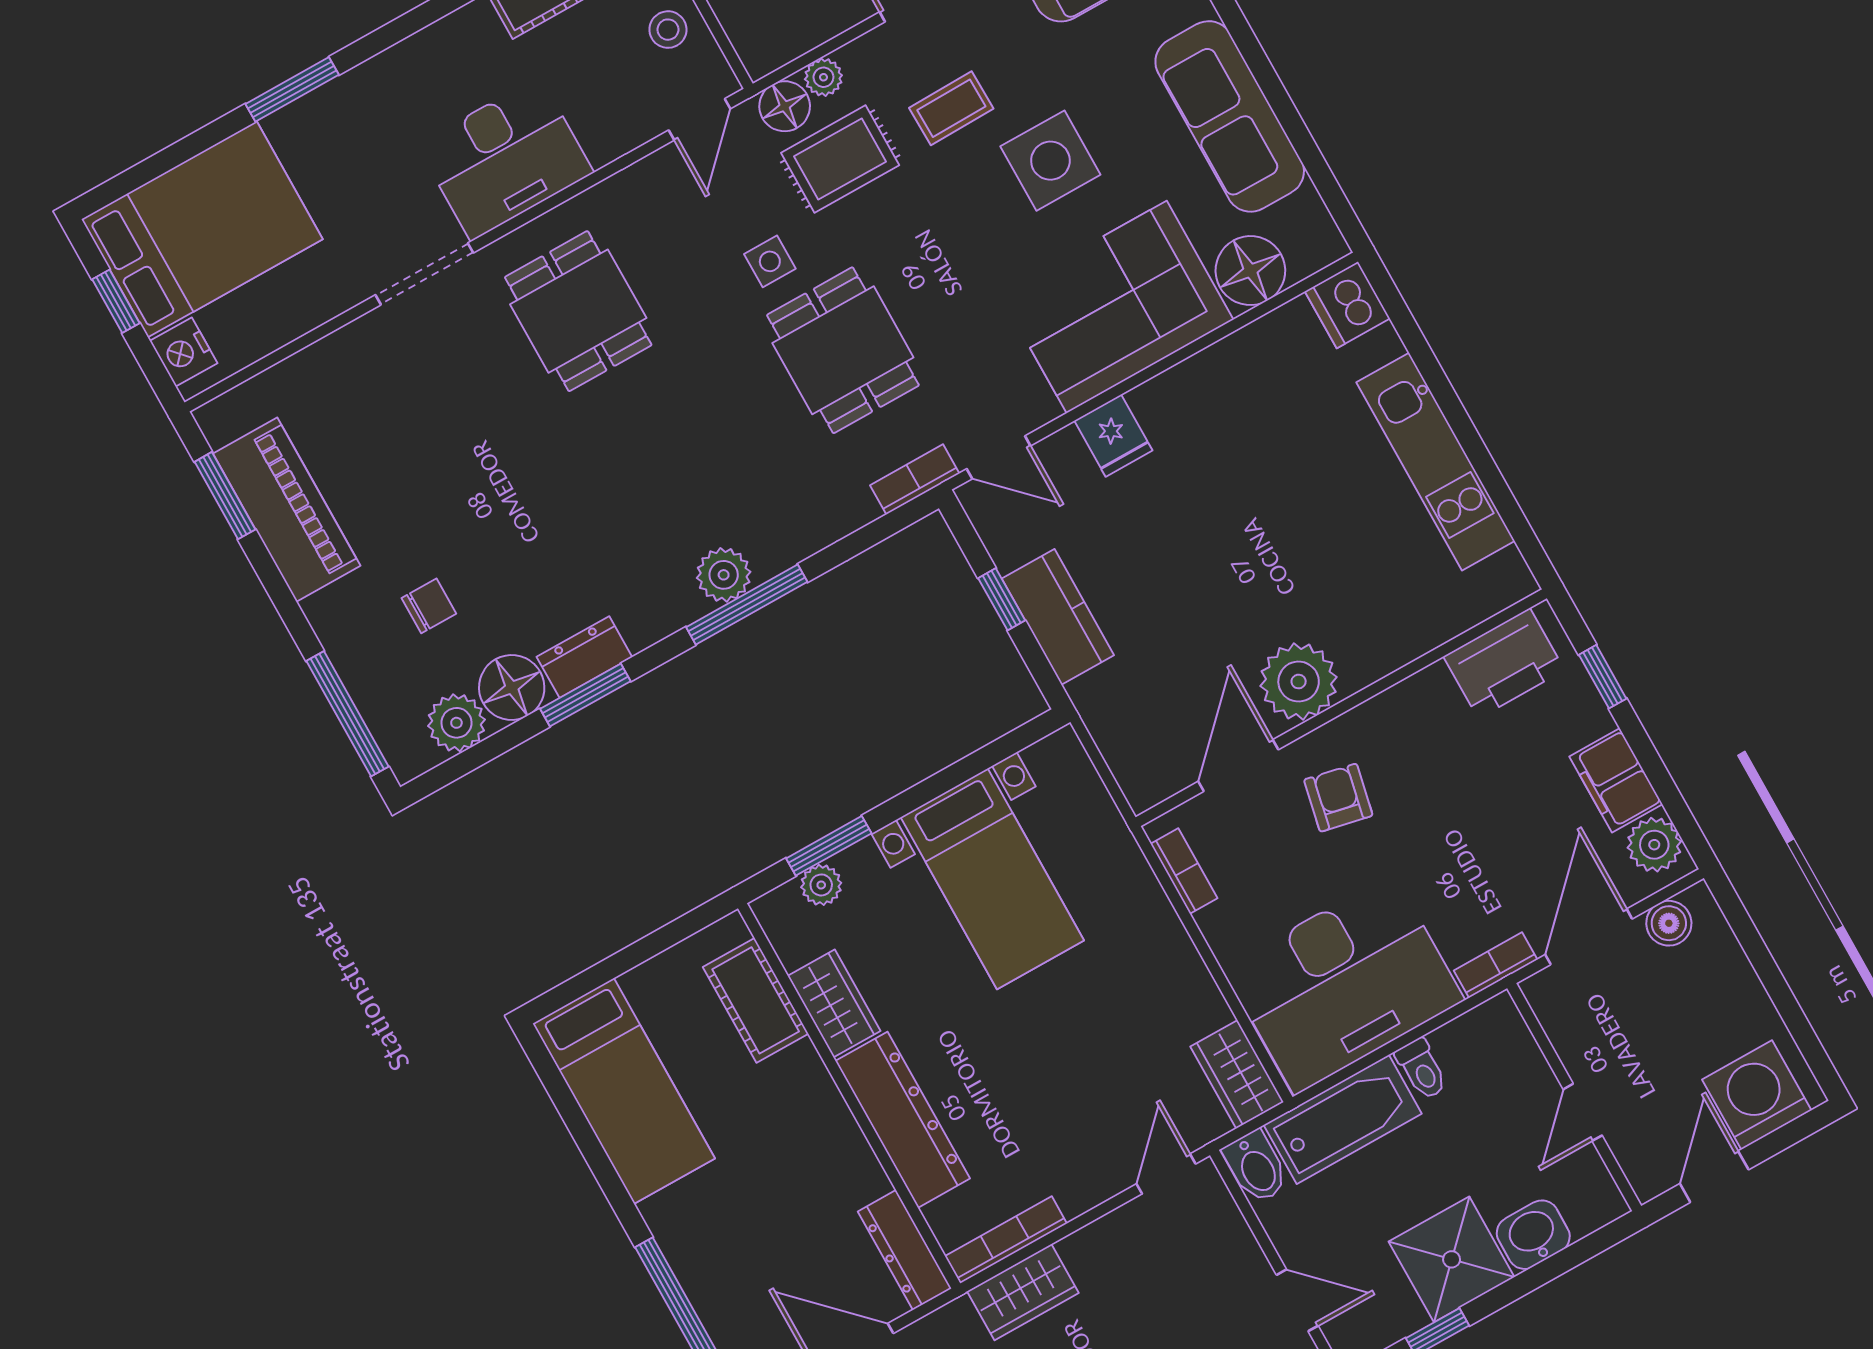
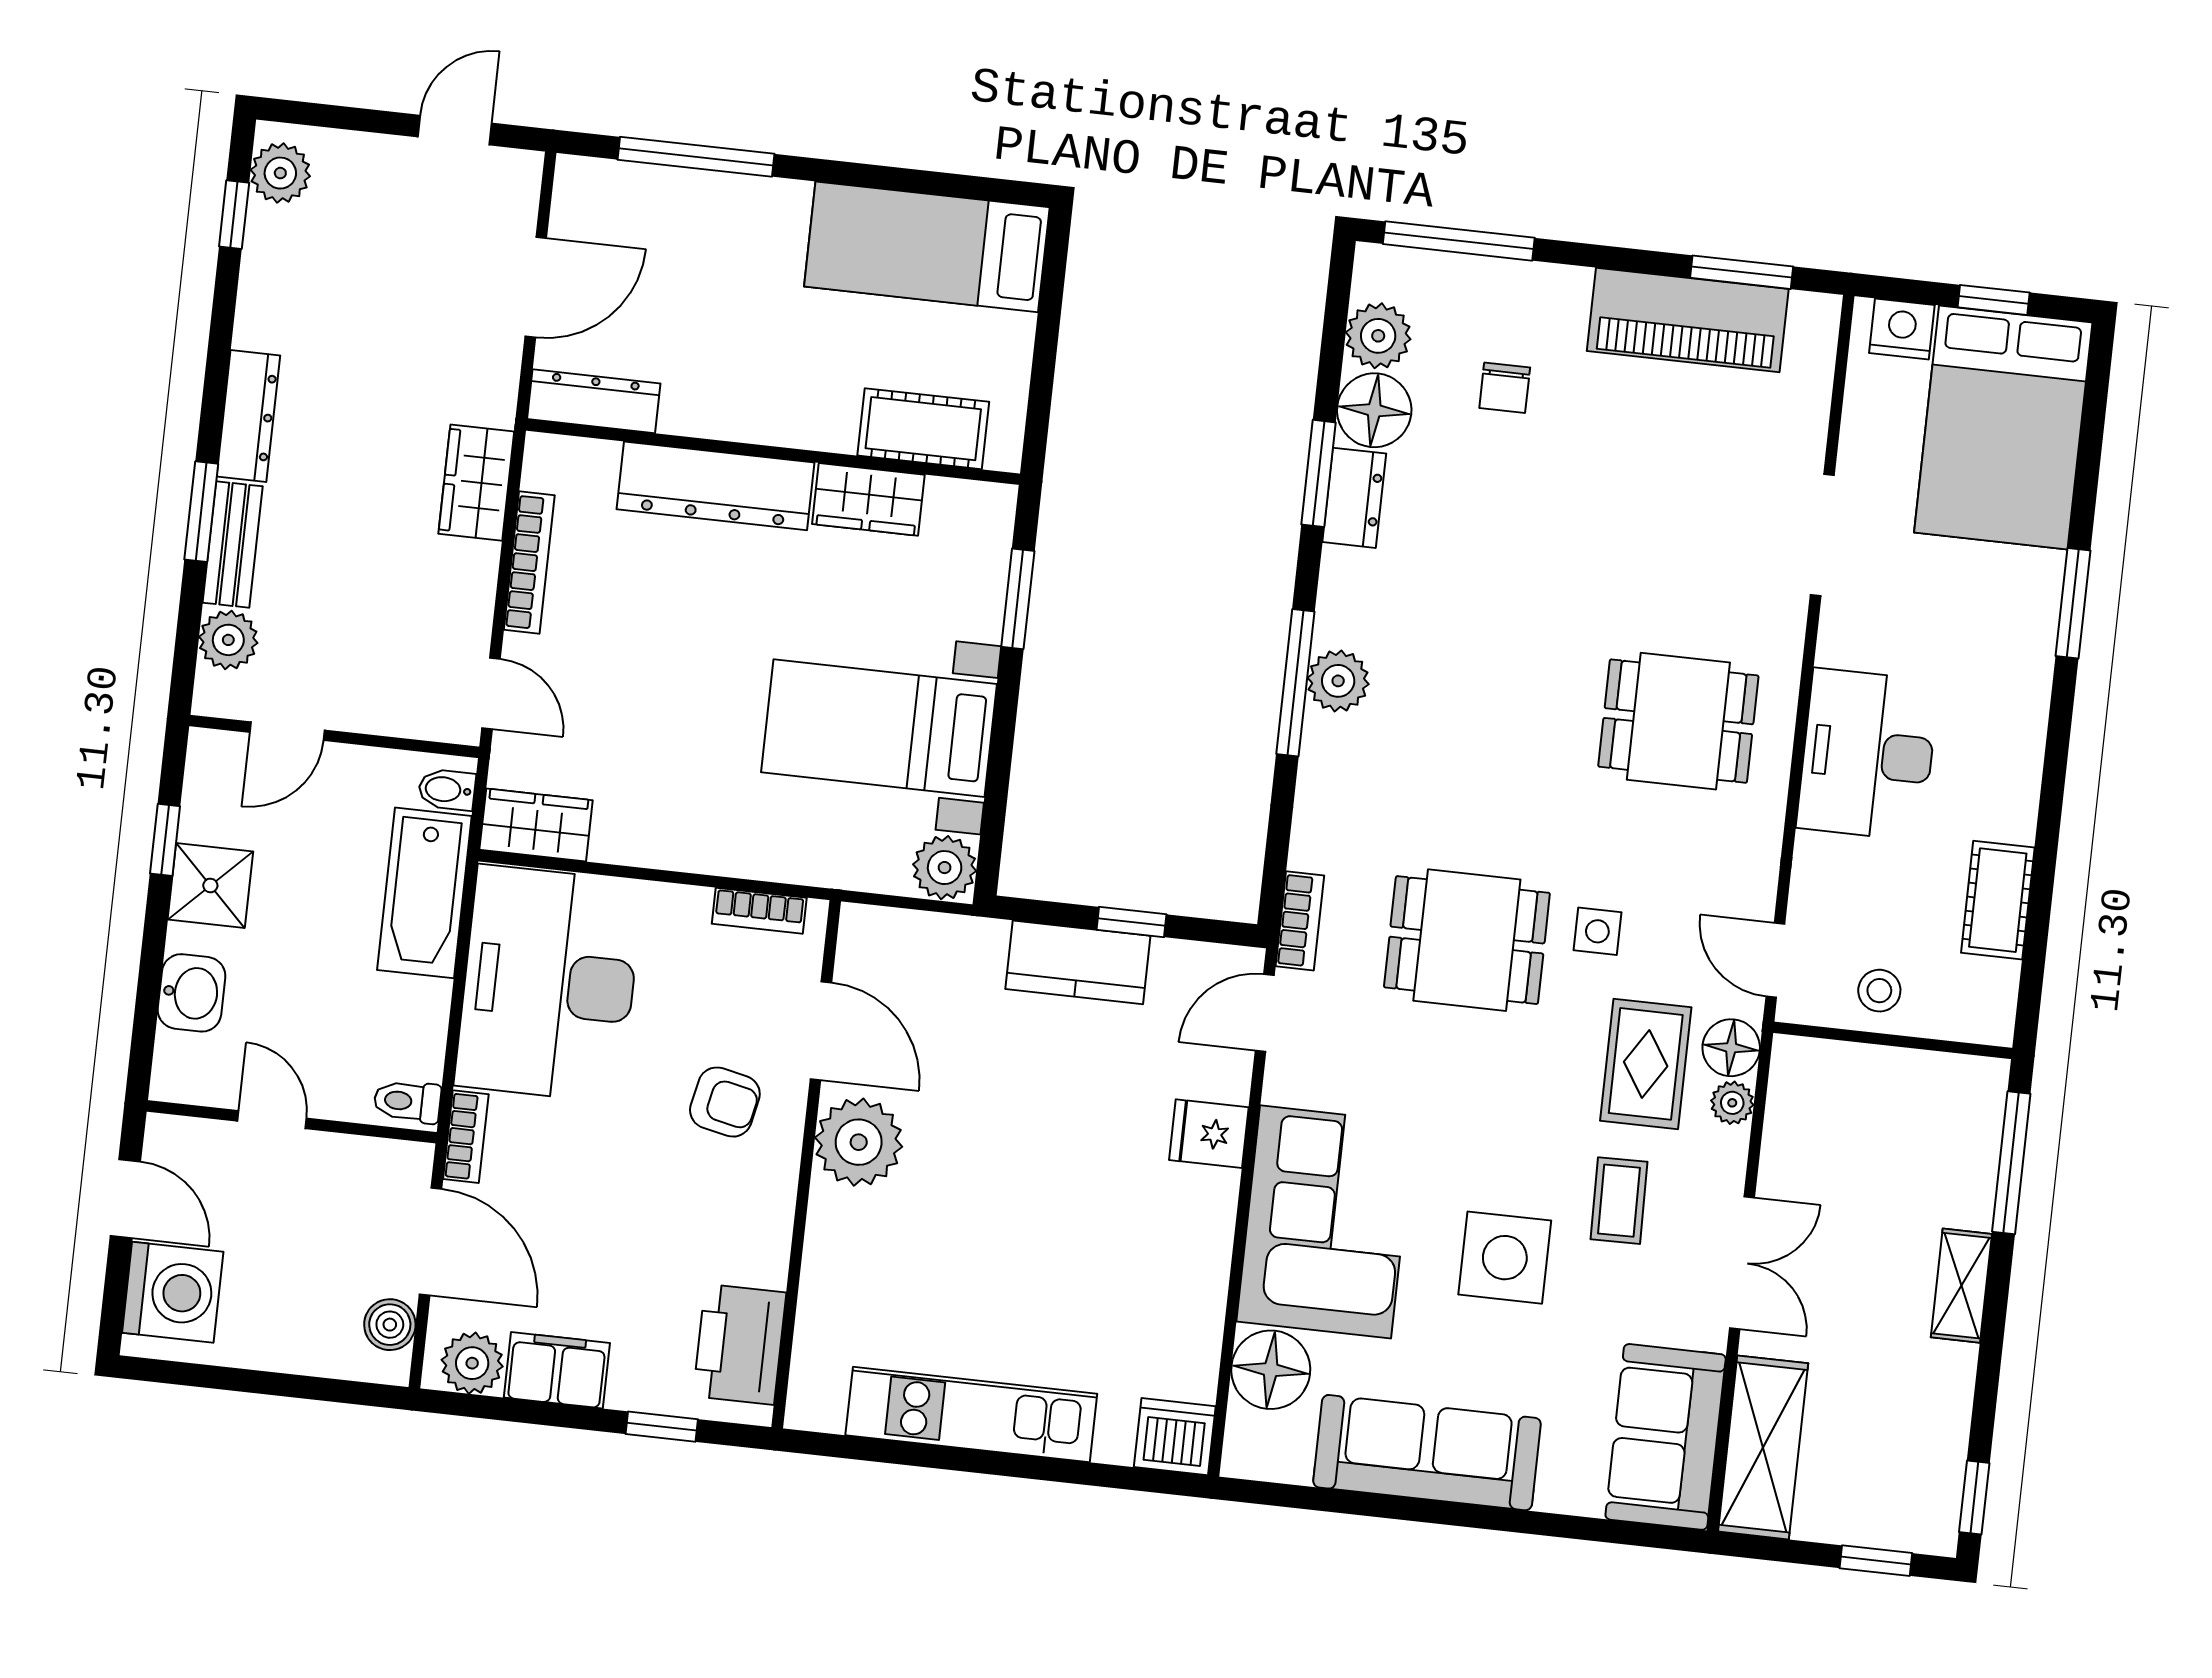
doorway: (424, 274) -> (1822, 535), moved
plant: (821, 885) -> (945, 868), moved, width x1.38, depth x1.38
toilet: (1422, 1069) -> (407, 1101), moved
bidet: (1256, 1167) -> (447, 790), width x0.72, depth x0.74
bookcase: (1006, 1240) -> (529, 563), moved
shower: (1452, 1259) -> (210, 885), width x0.73, depth x0.73

